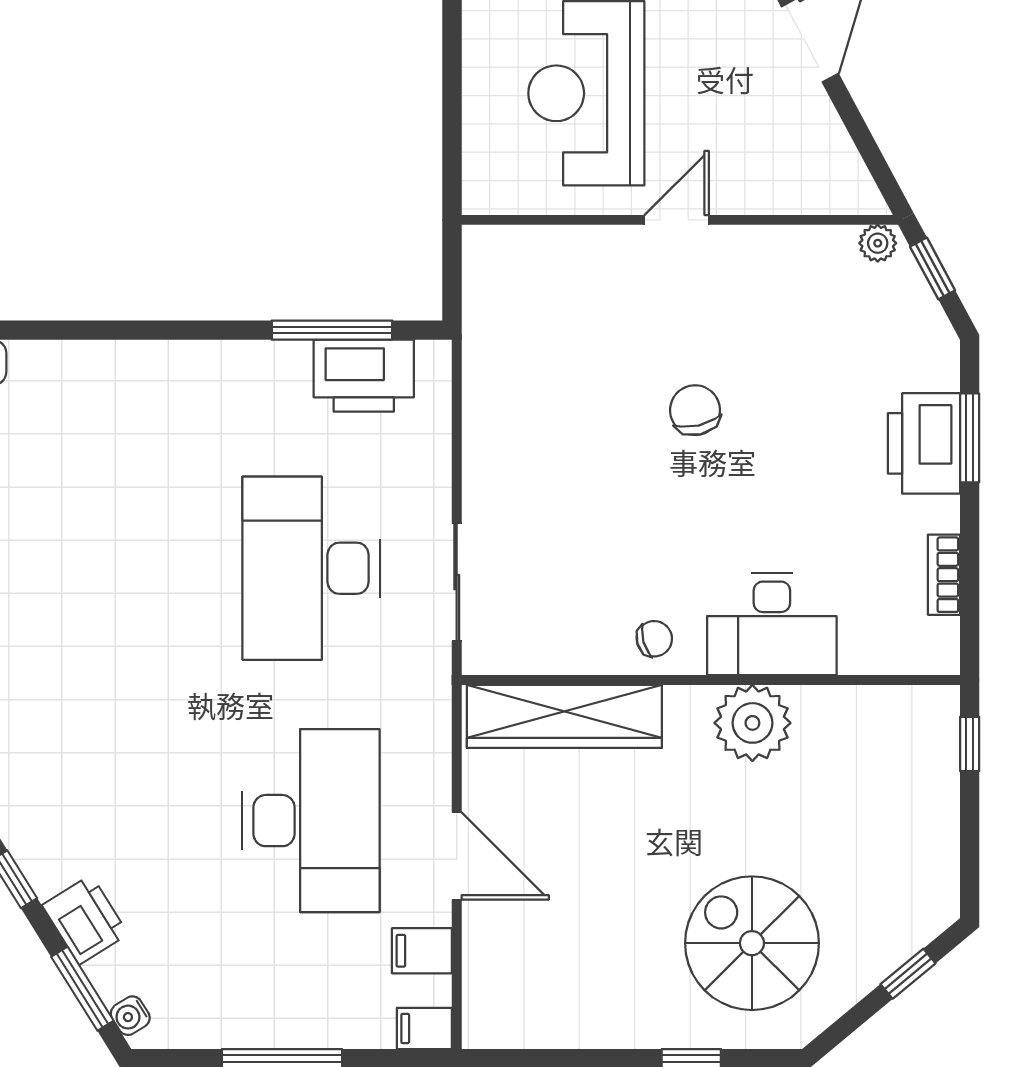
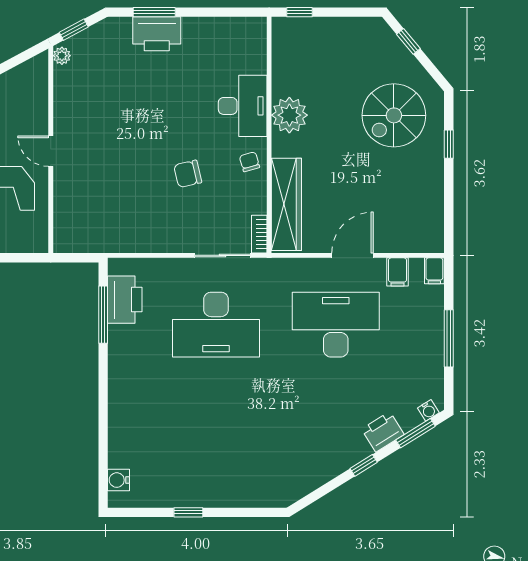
chair: (695, 410) -> (188, 174), moved
bookcase: (944, 575) -> (259, 234), moved, turned 90

